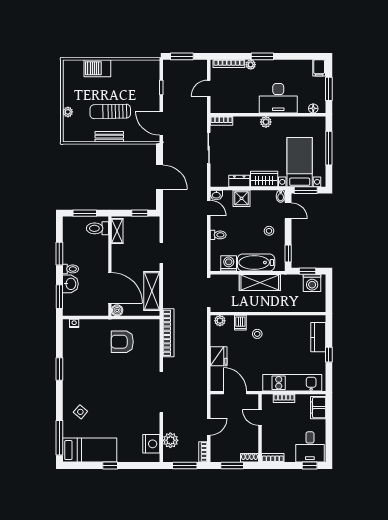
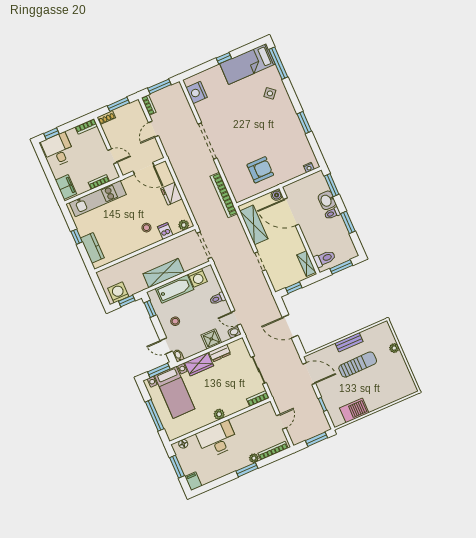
barbecue: (97, 68) -> (354, 410), moved
plant: (170, 440) -> (181, 103), removed

